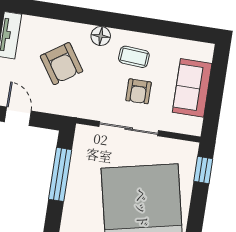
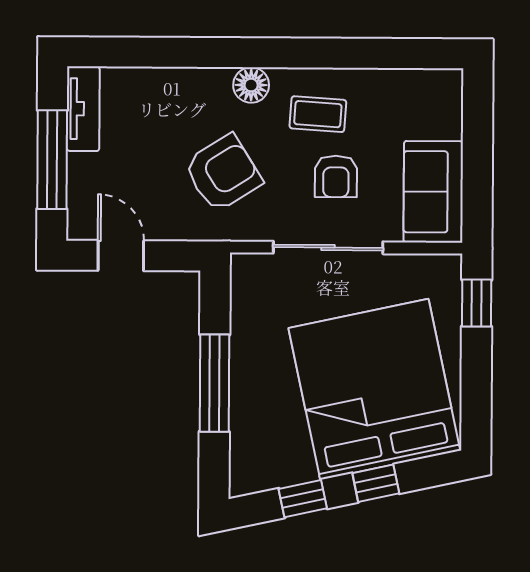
armchair: (62, 64) -> (223, 173), moved, turned -88
sofa: (192, 88) -> (433, 192), moved
window: (60, 174) -> (215, 383), moved

